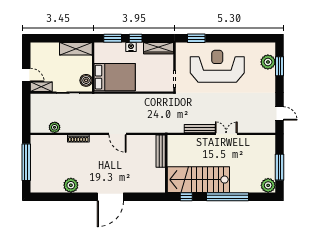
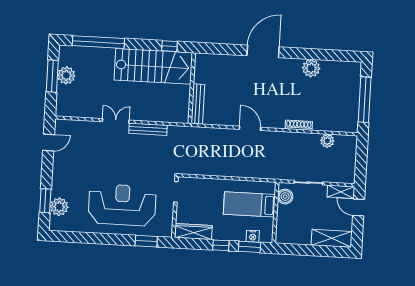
nightstand: (131, 47) -> (253, 236), moved
shelving: (76, 49) -> (332, 238), moved
reception desk: (217, 66) -> (122, 205), turned 180
bed: (115, 77) -> (249, 204), width x0.67
door: (279, 113) -> (49, 143), swing flipped
double door: (226, 134) -> (116, 121), swing flipped
plant: (268, 185) -> (66, 75), moved
window: (227, 197) -> (98, 42), moved

